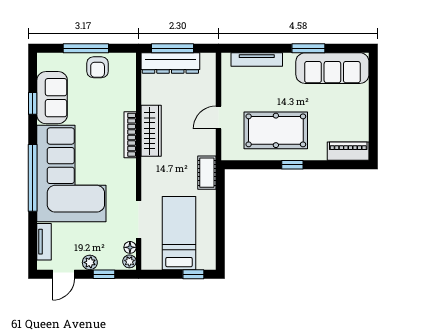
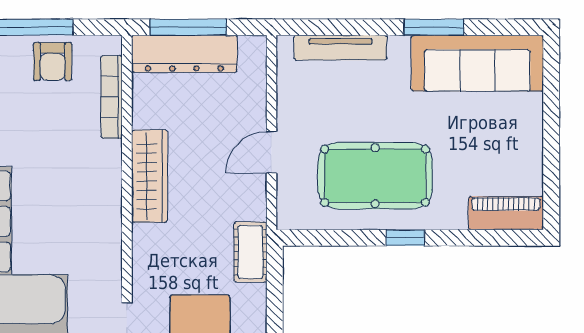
bookcase: (130, 135) -> (112, 97), moved

